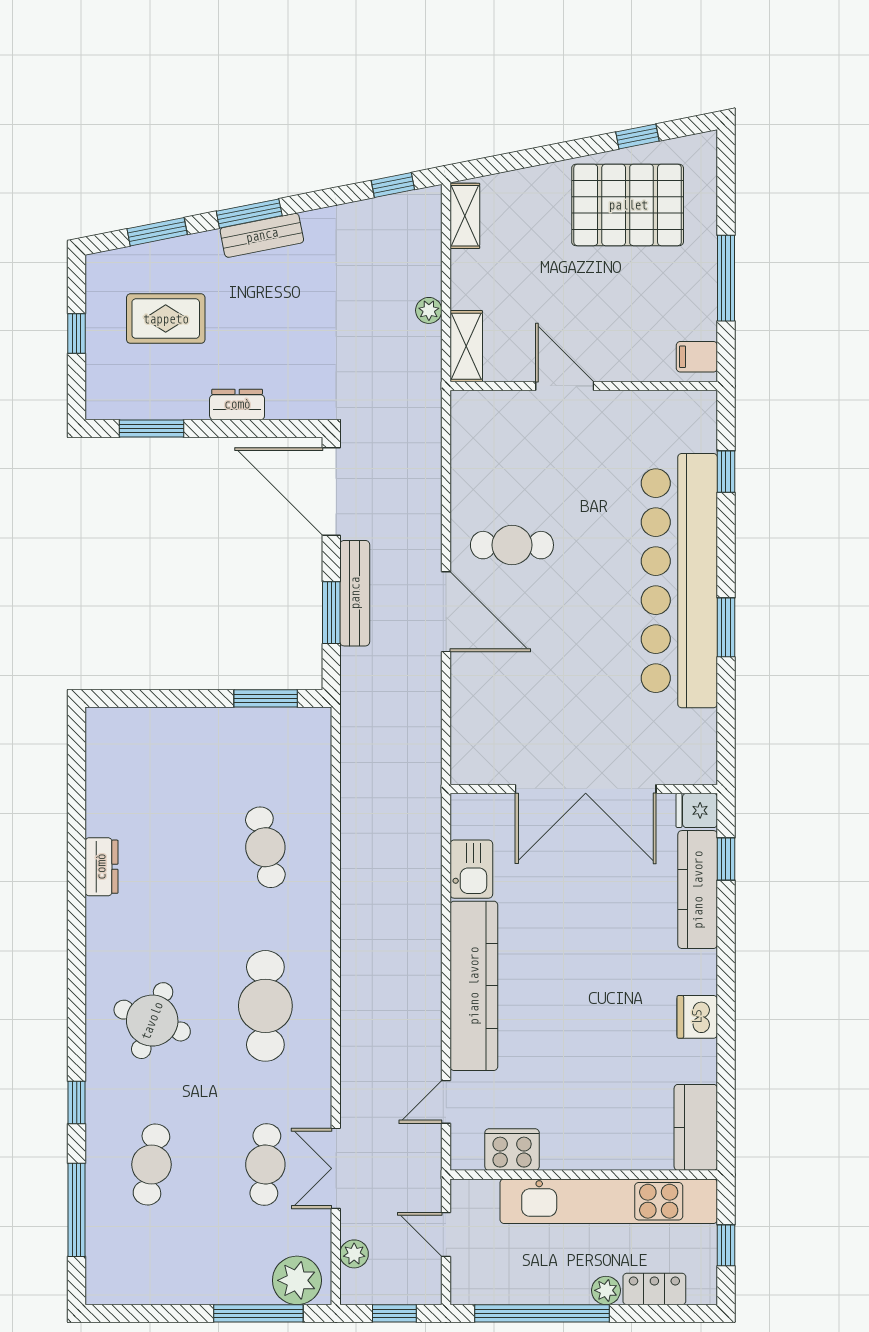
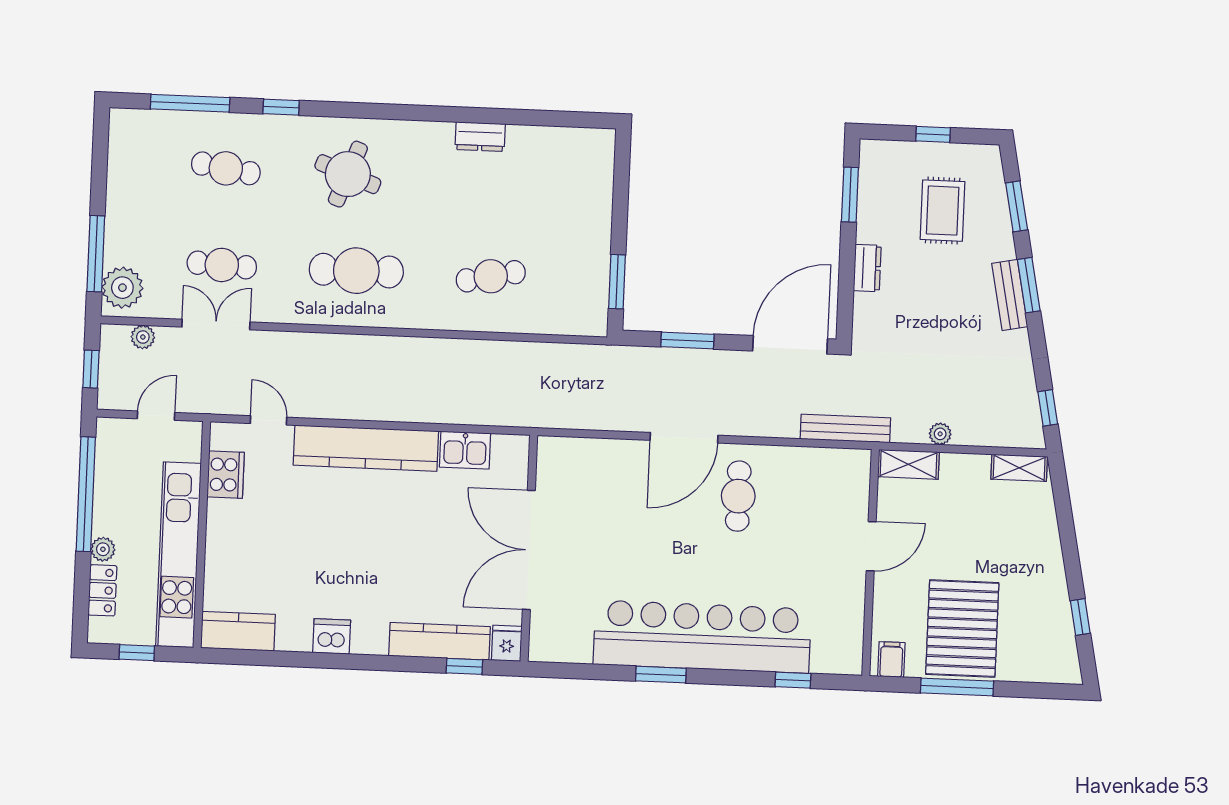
pallet: (628, 205) -> (962, 629), moved
bench: (355, 593) -> (845, 428), moved

